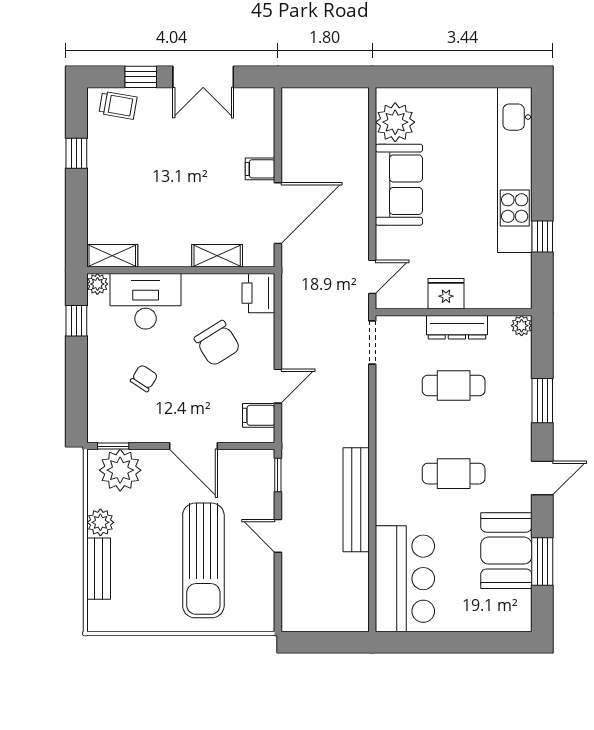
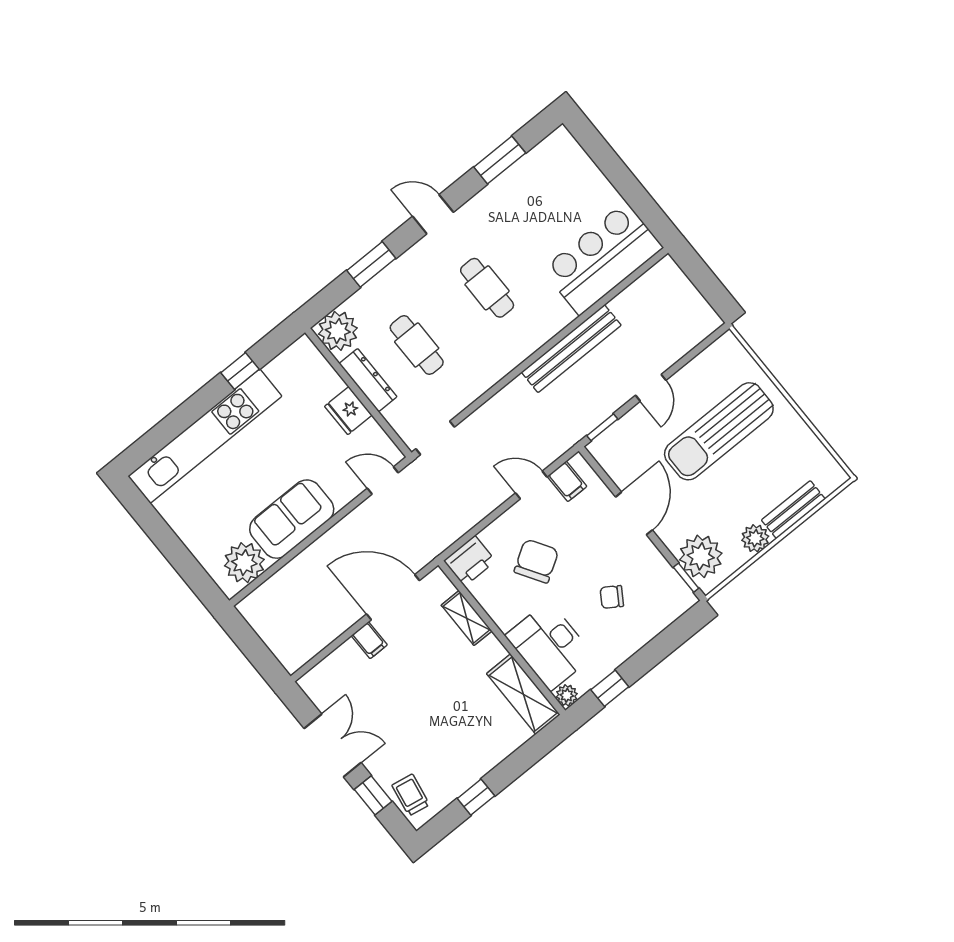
shelving: (112, 256) -> (523, 694), width x1.50, depth x1.33
plant: (522, 326) -> (338, 331), width x1.88, depth x1.88
booth: (506, 551) -> (514, 196), removed
sun lounger: (203, 560) -> (719, 431), turned 180

